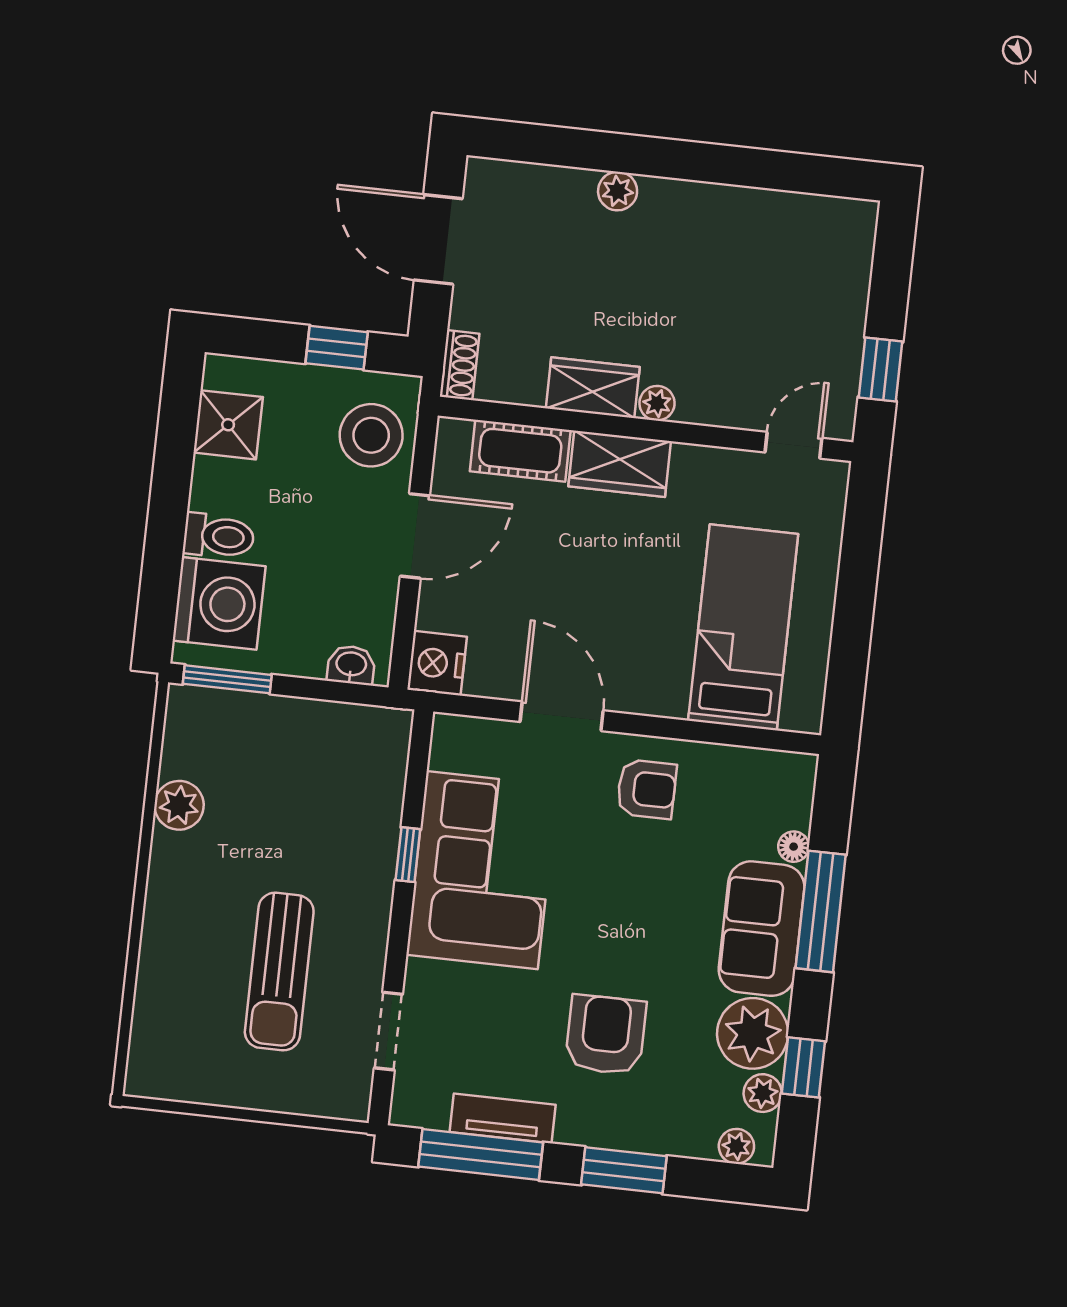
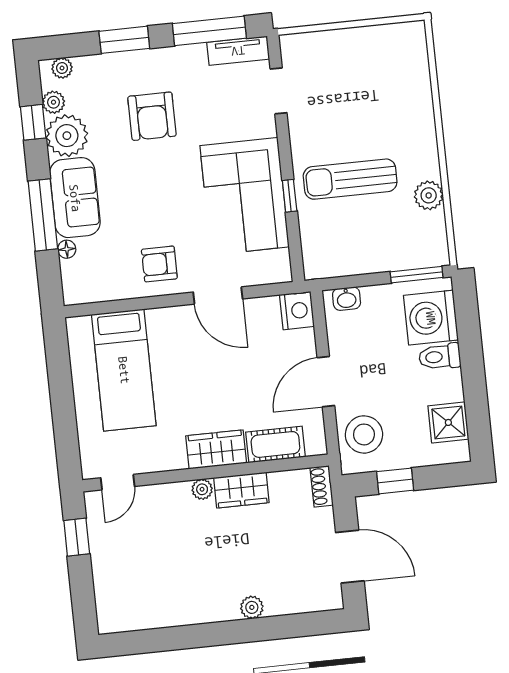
sun lounger: (279, 972) -> (350, 179), moved, turned -90
tv unit: (503, 1118) -> (238, 51), moved

